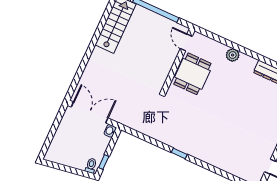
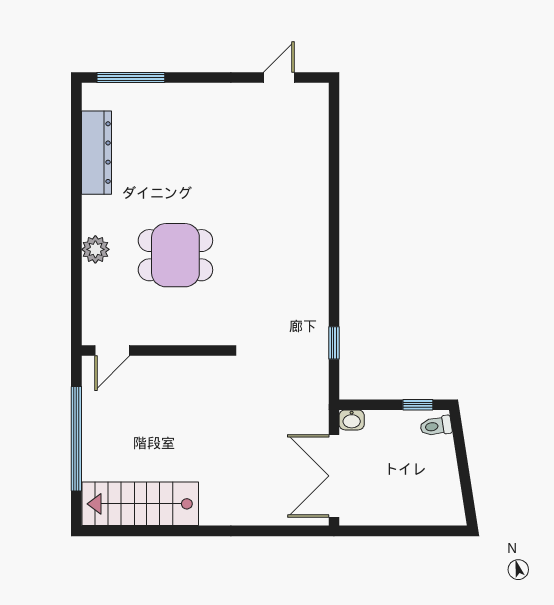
dining table: (192, 74) -> (175, 255), moved
window: (179, 153) -> (334, 343), moved

